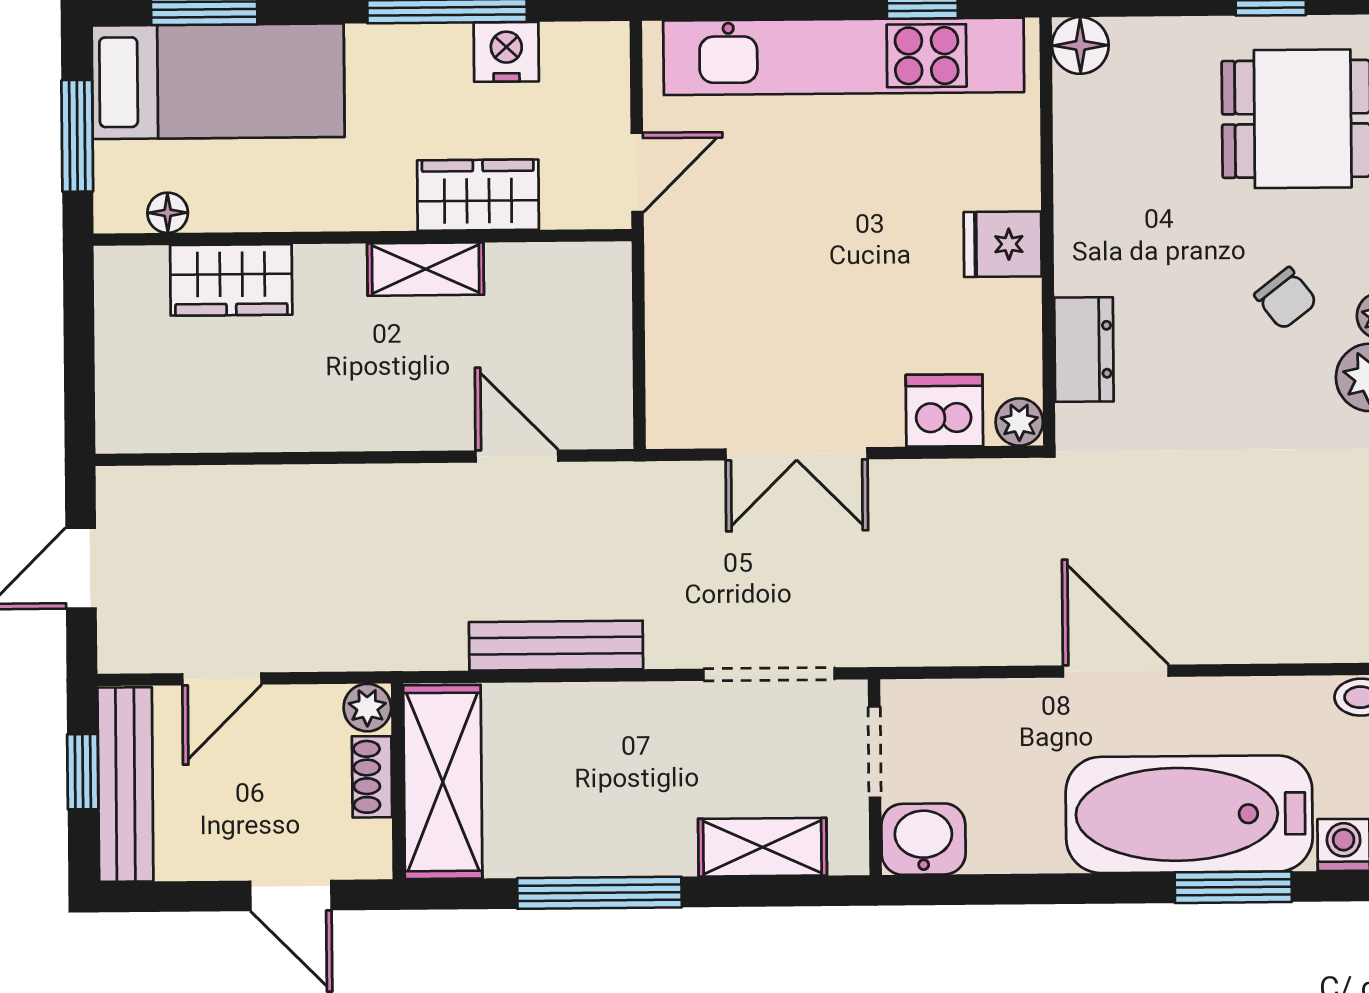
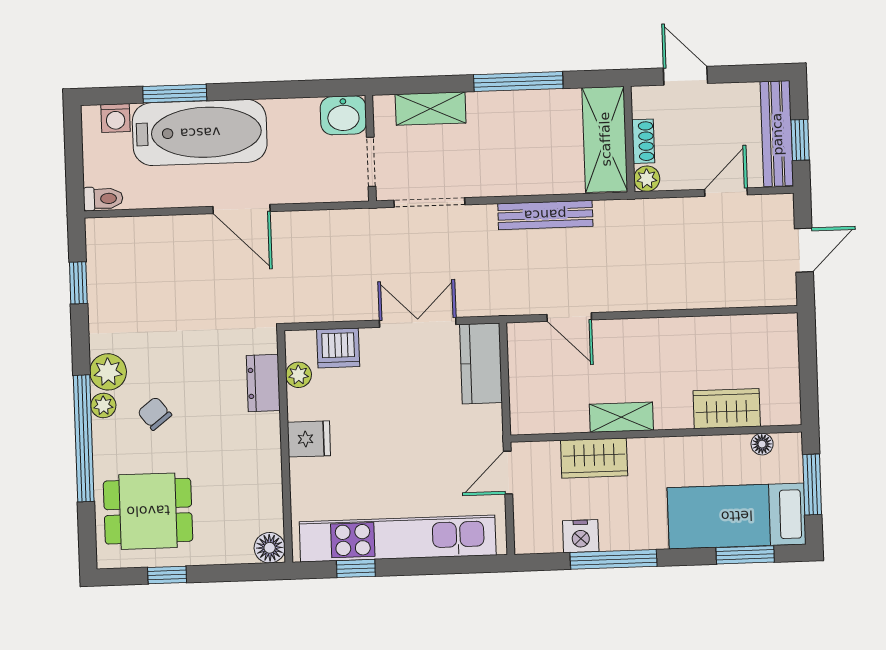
kitchen counter: (682, 375) -> (481, 363), added
plant: (1019, 422) -> (298, 375), moved

